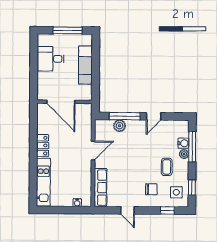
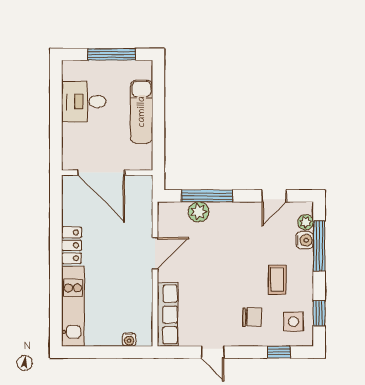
door: (154, 116) -> (274, 196), moved
plant: (184, 154) -> (306, 222), moved

